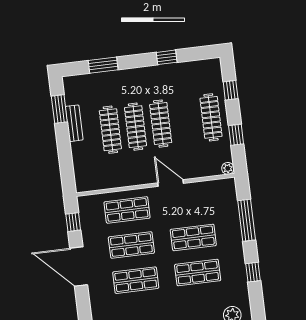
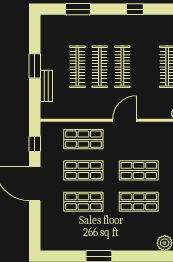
window: (59, 109) -> (35, 66), moved
bench: (74, 123) -> (46, 86), moved
door: (171, 183) -> (125, 120), hinge flipped

